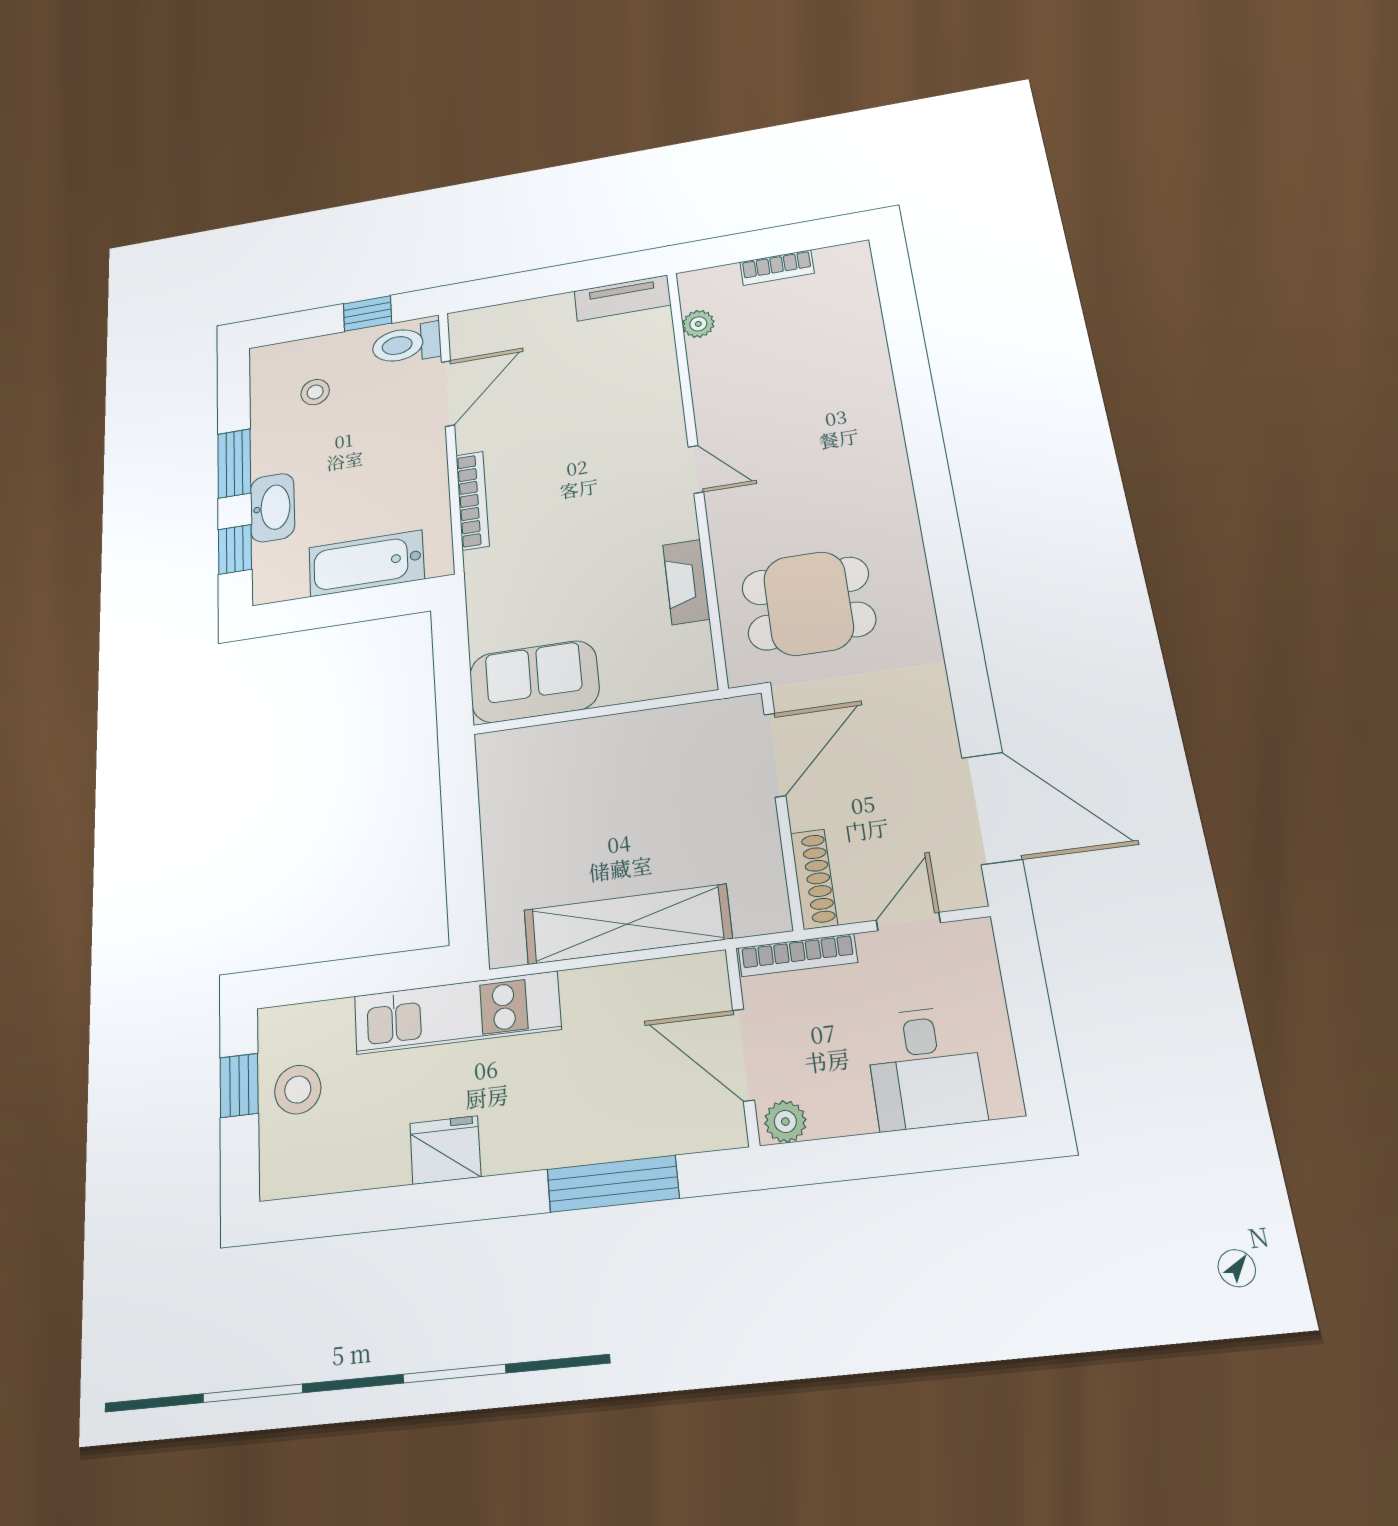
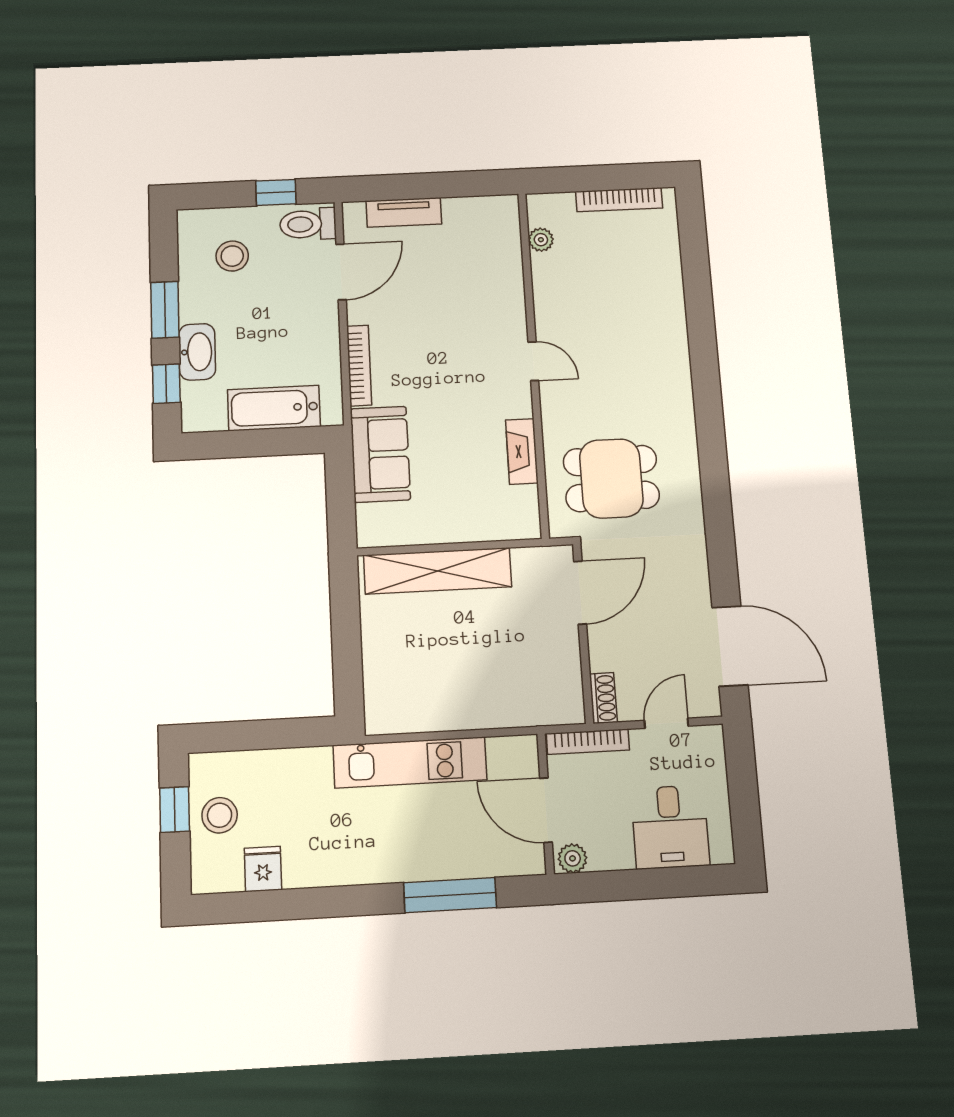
bookcase: (777, 268) -> (619, 200), width x1.56
tv unit: (622, 298) -> (404, 212), moved
stool: (315, 392) -> (232, 256), width x1.37, depth x1.37
sofa: (534, 682) -> (380, 454), moved, turned 90
shoe rack: (814, 879) -> (603, 698), width x0.70
shelving: (627, 924) -> (437, 571), moved
kitchen unit: (457, 1013) -> (410, 762), moved
fridge: (445, 1150) -> (263, 869), moved, width x0.72

